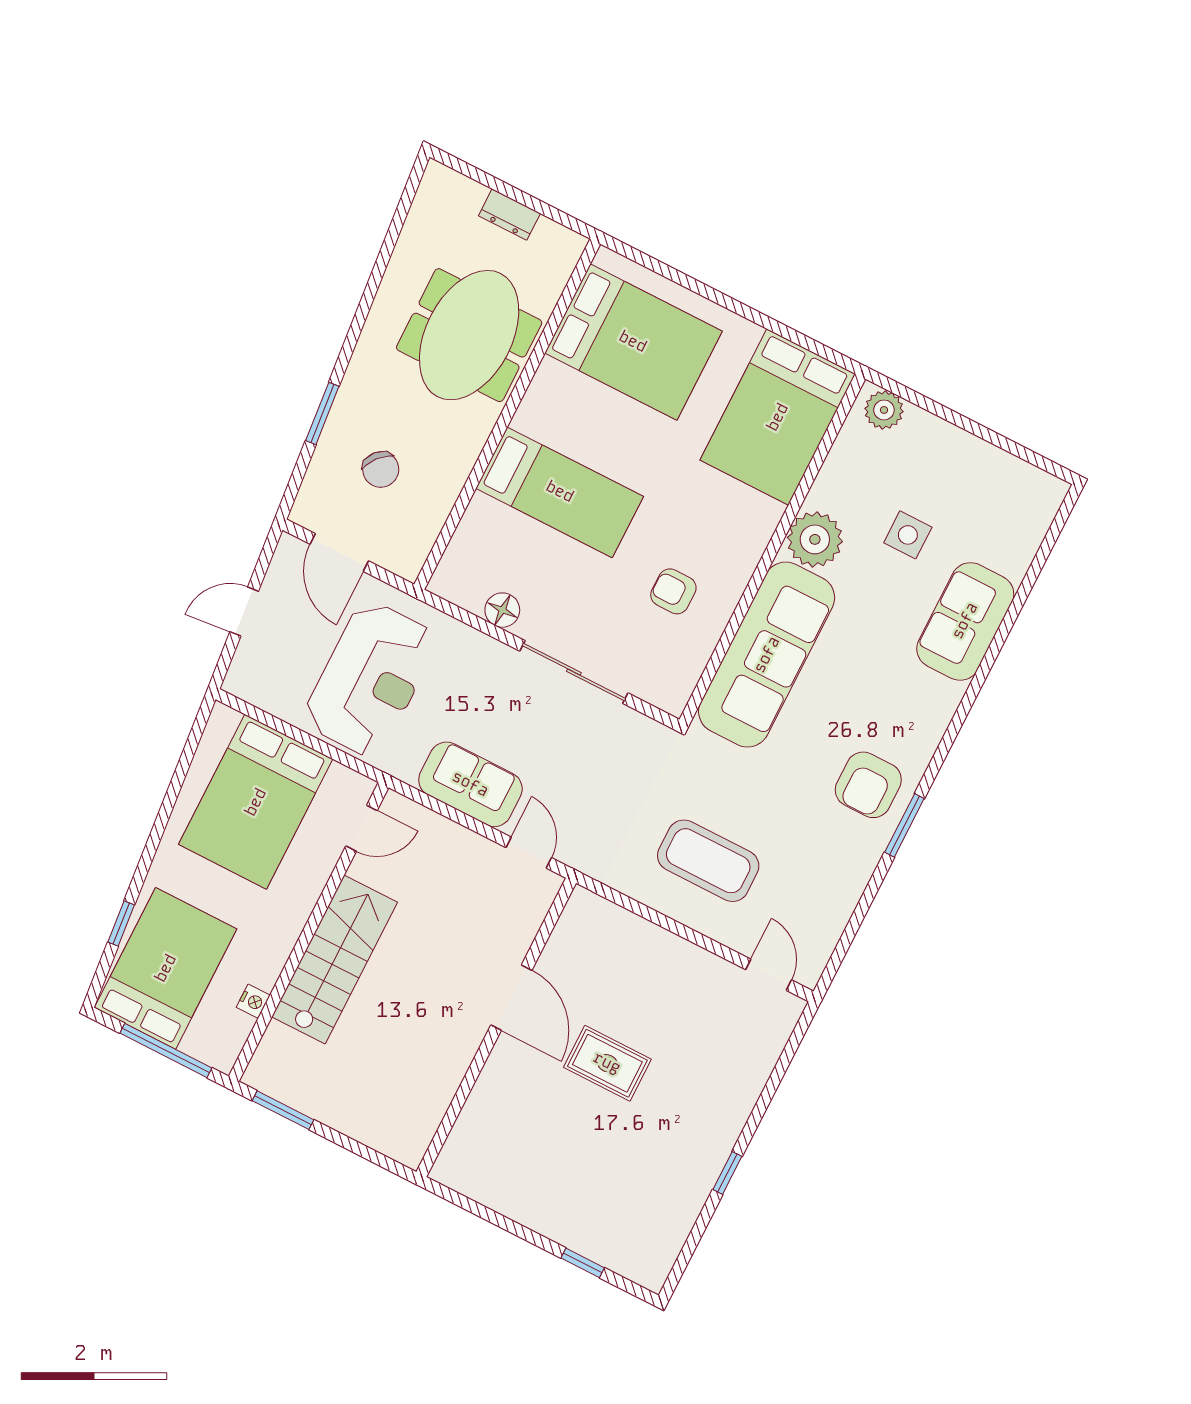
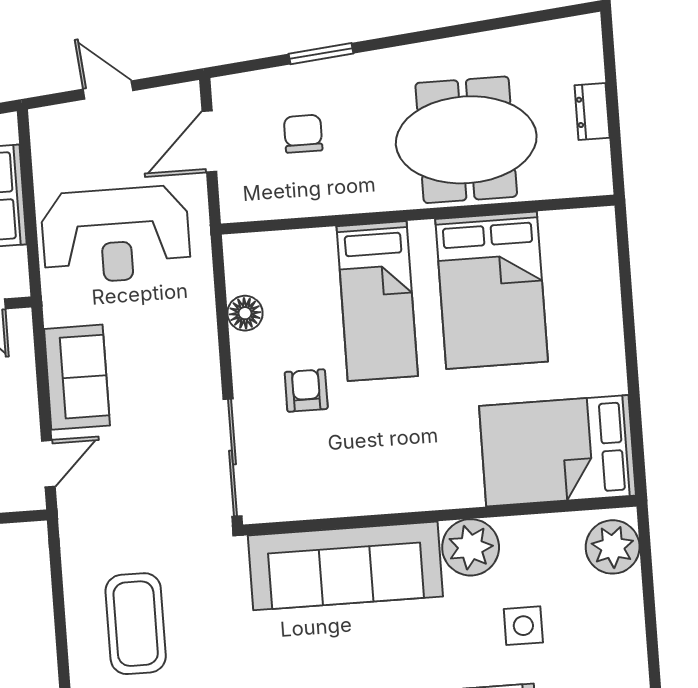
bed: (633, 342) -> (492, 290), moved
plant: (884, 410) -> (613, 547), width x1.36, depth x1.36
chair: (381, 469) -> (303, 134), turned 139
armchair: (673, 591) -> (306, 390), moved
sliding door: (574, 672) -> (232, 458), moved

